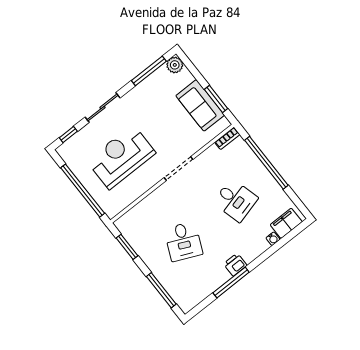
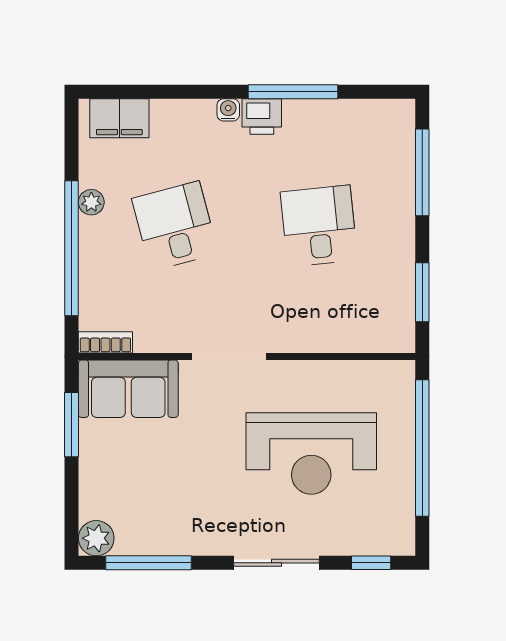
sofa: (200, 105) -> (128, 389), moved, turned 90
plant: (272, 185) -> (91, 202), added
water cooler: (273, 239) -> (228, 110), moved
desk: (183, 241) -> (319, 226), turned -30

